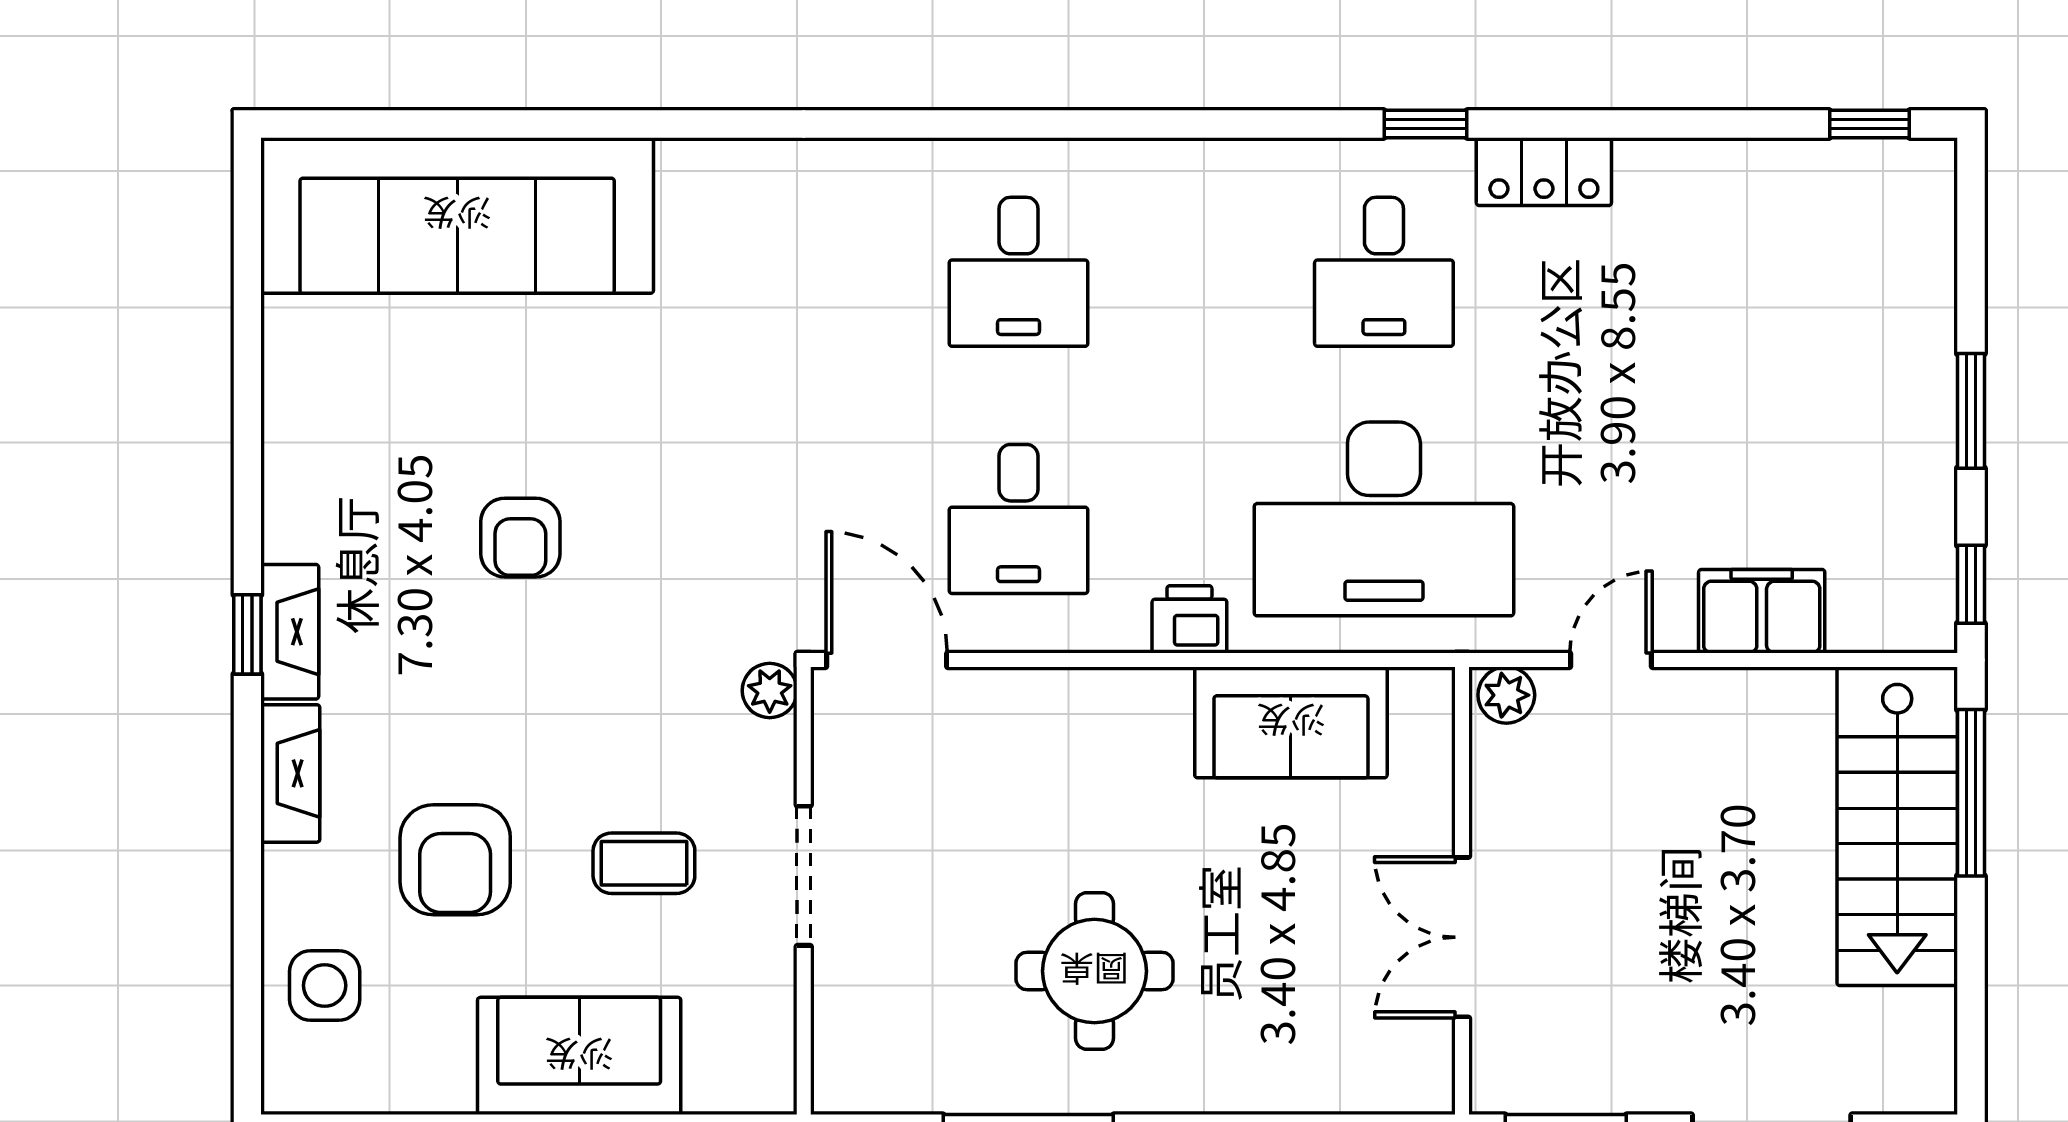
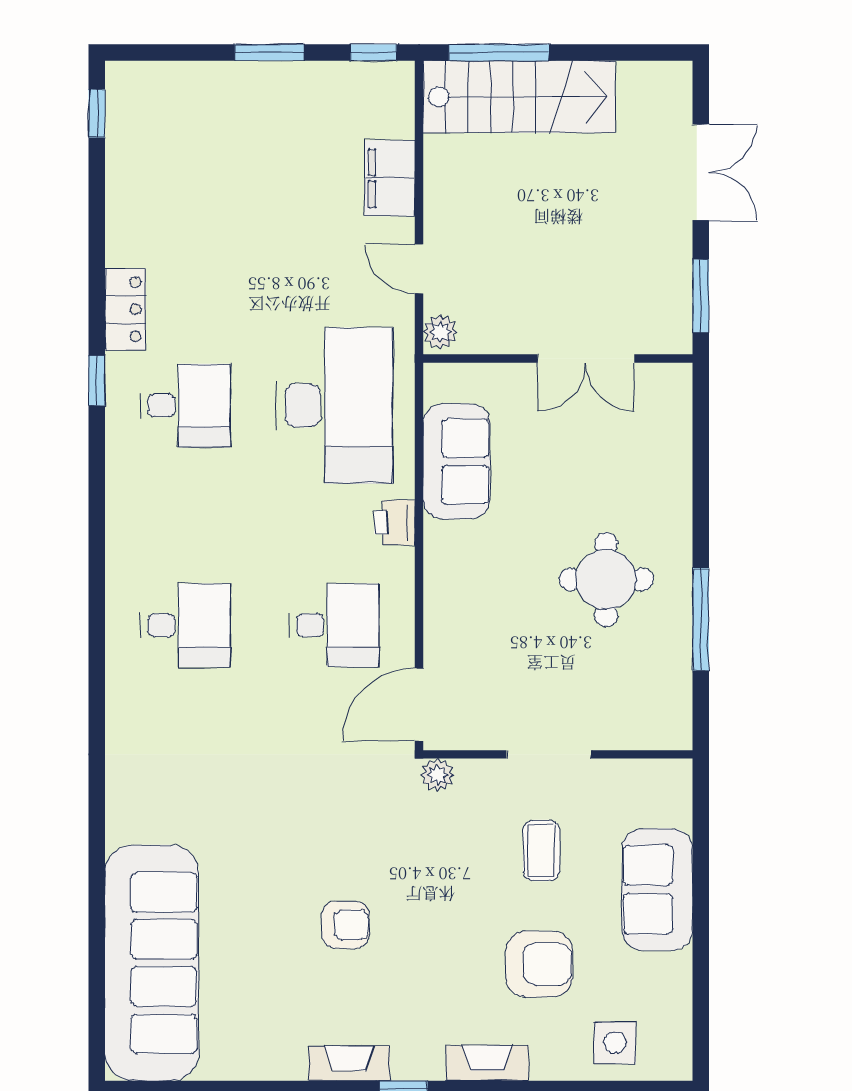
fireplace: (290, 632) -> (349, 1064), moved

